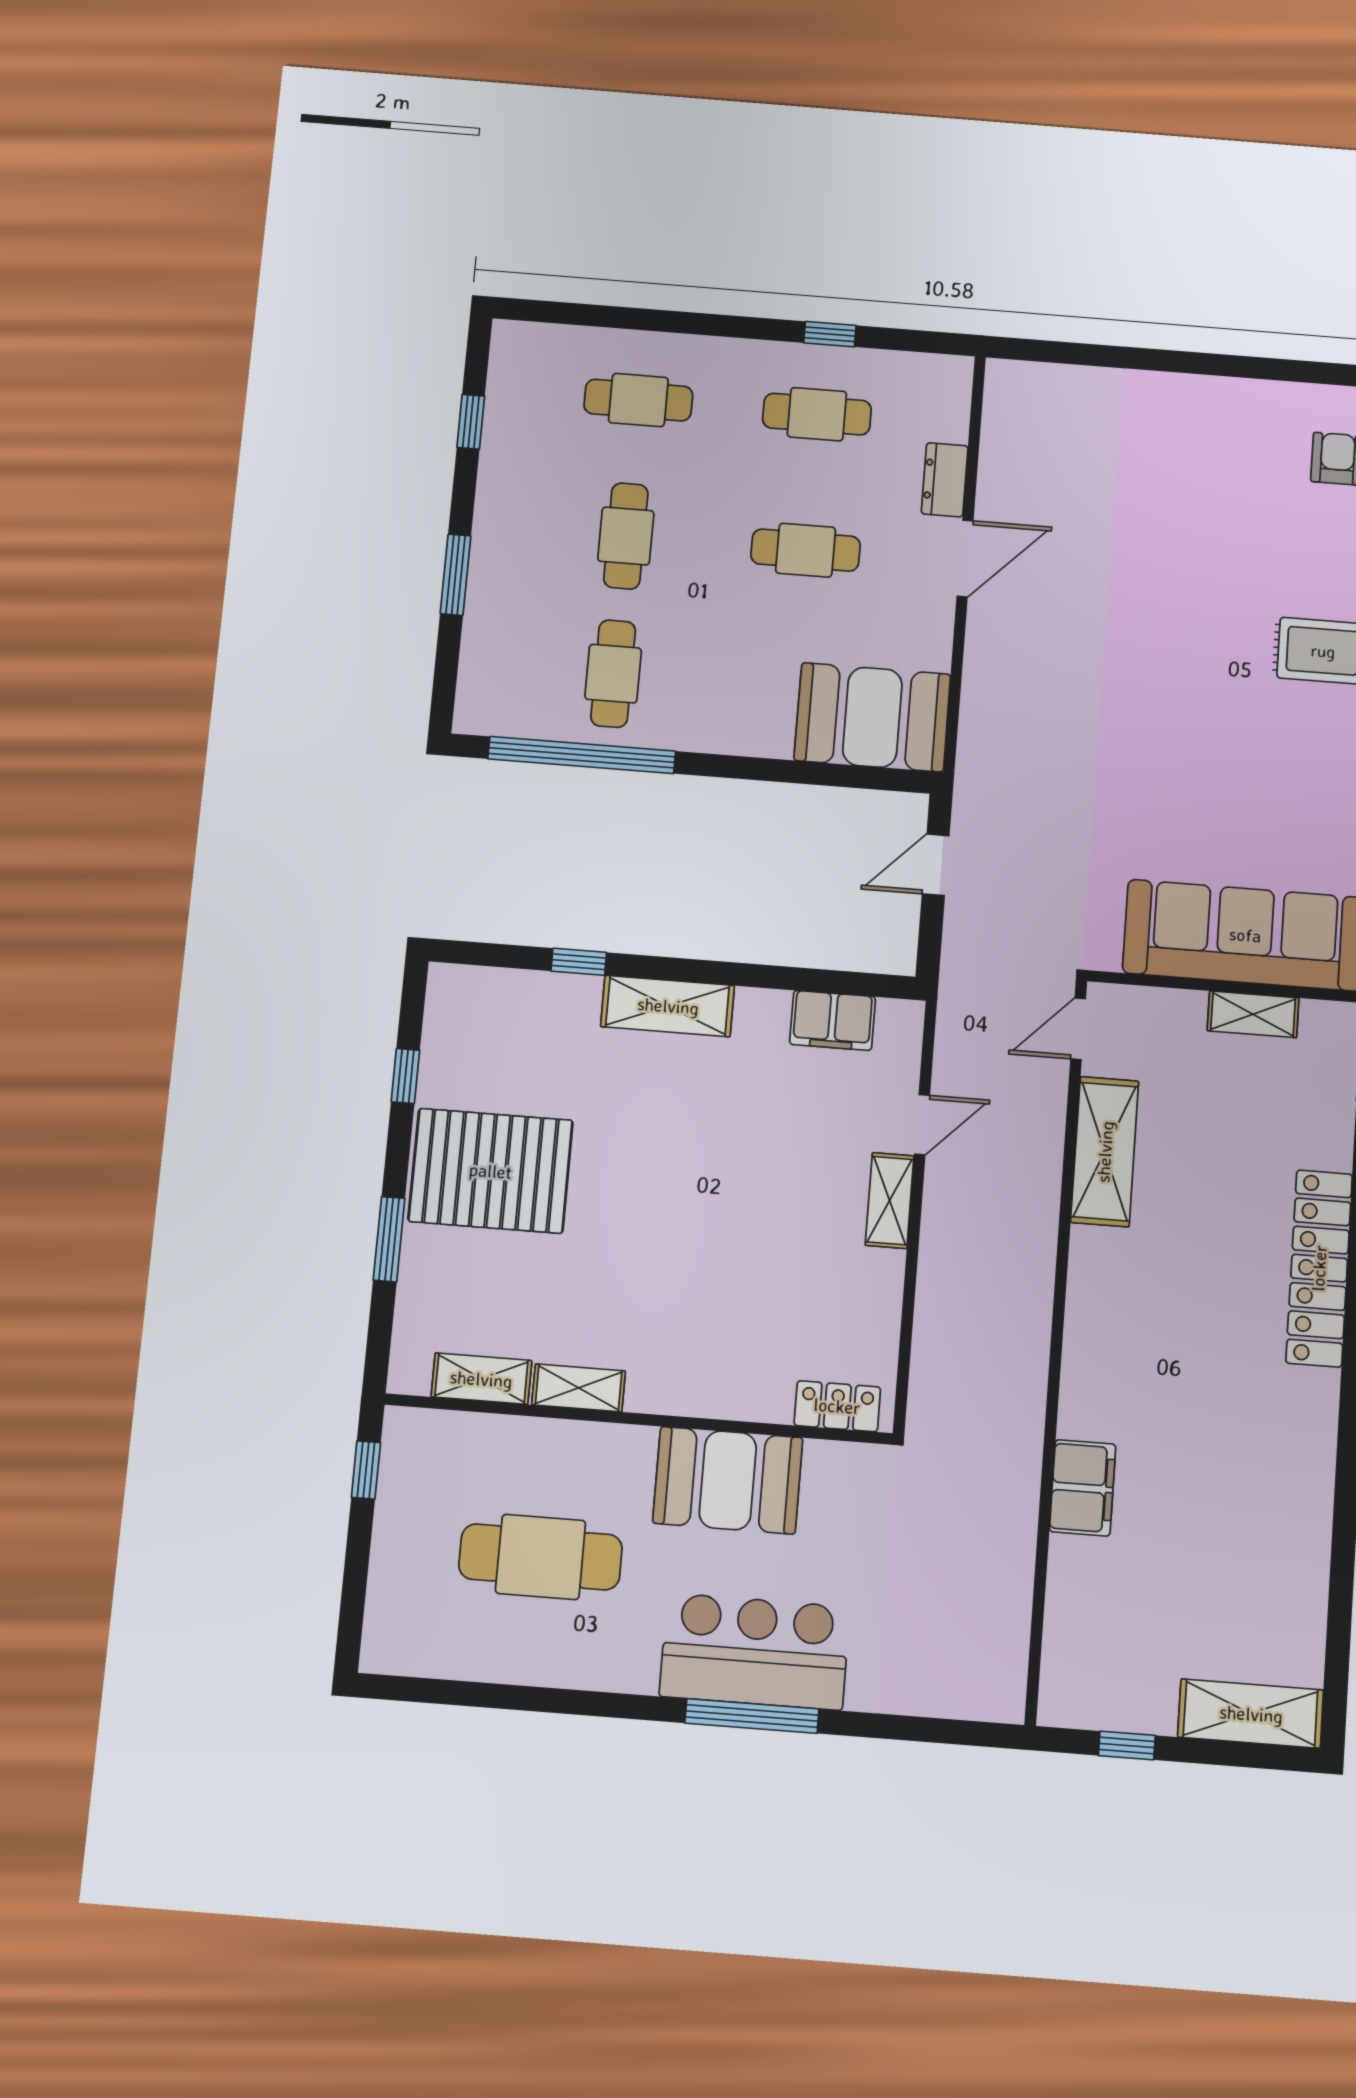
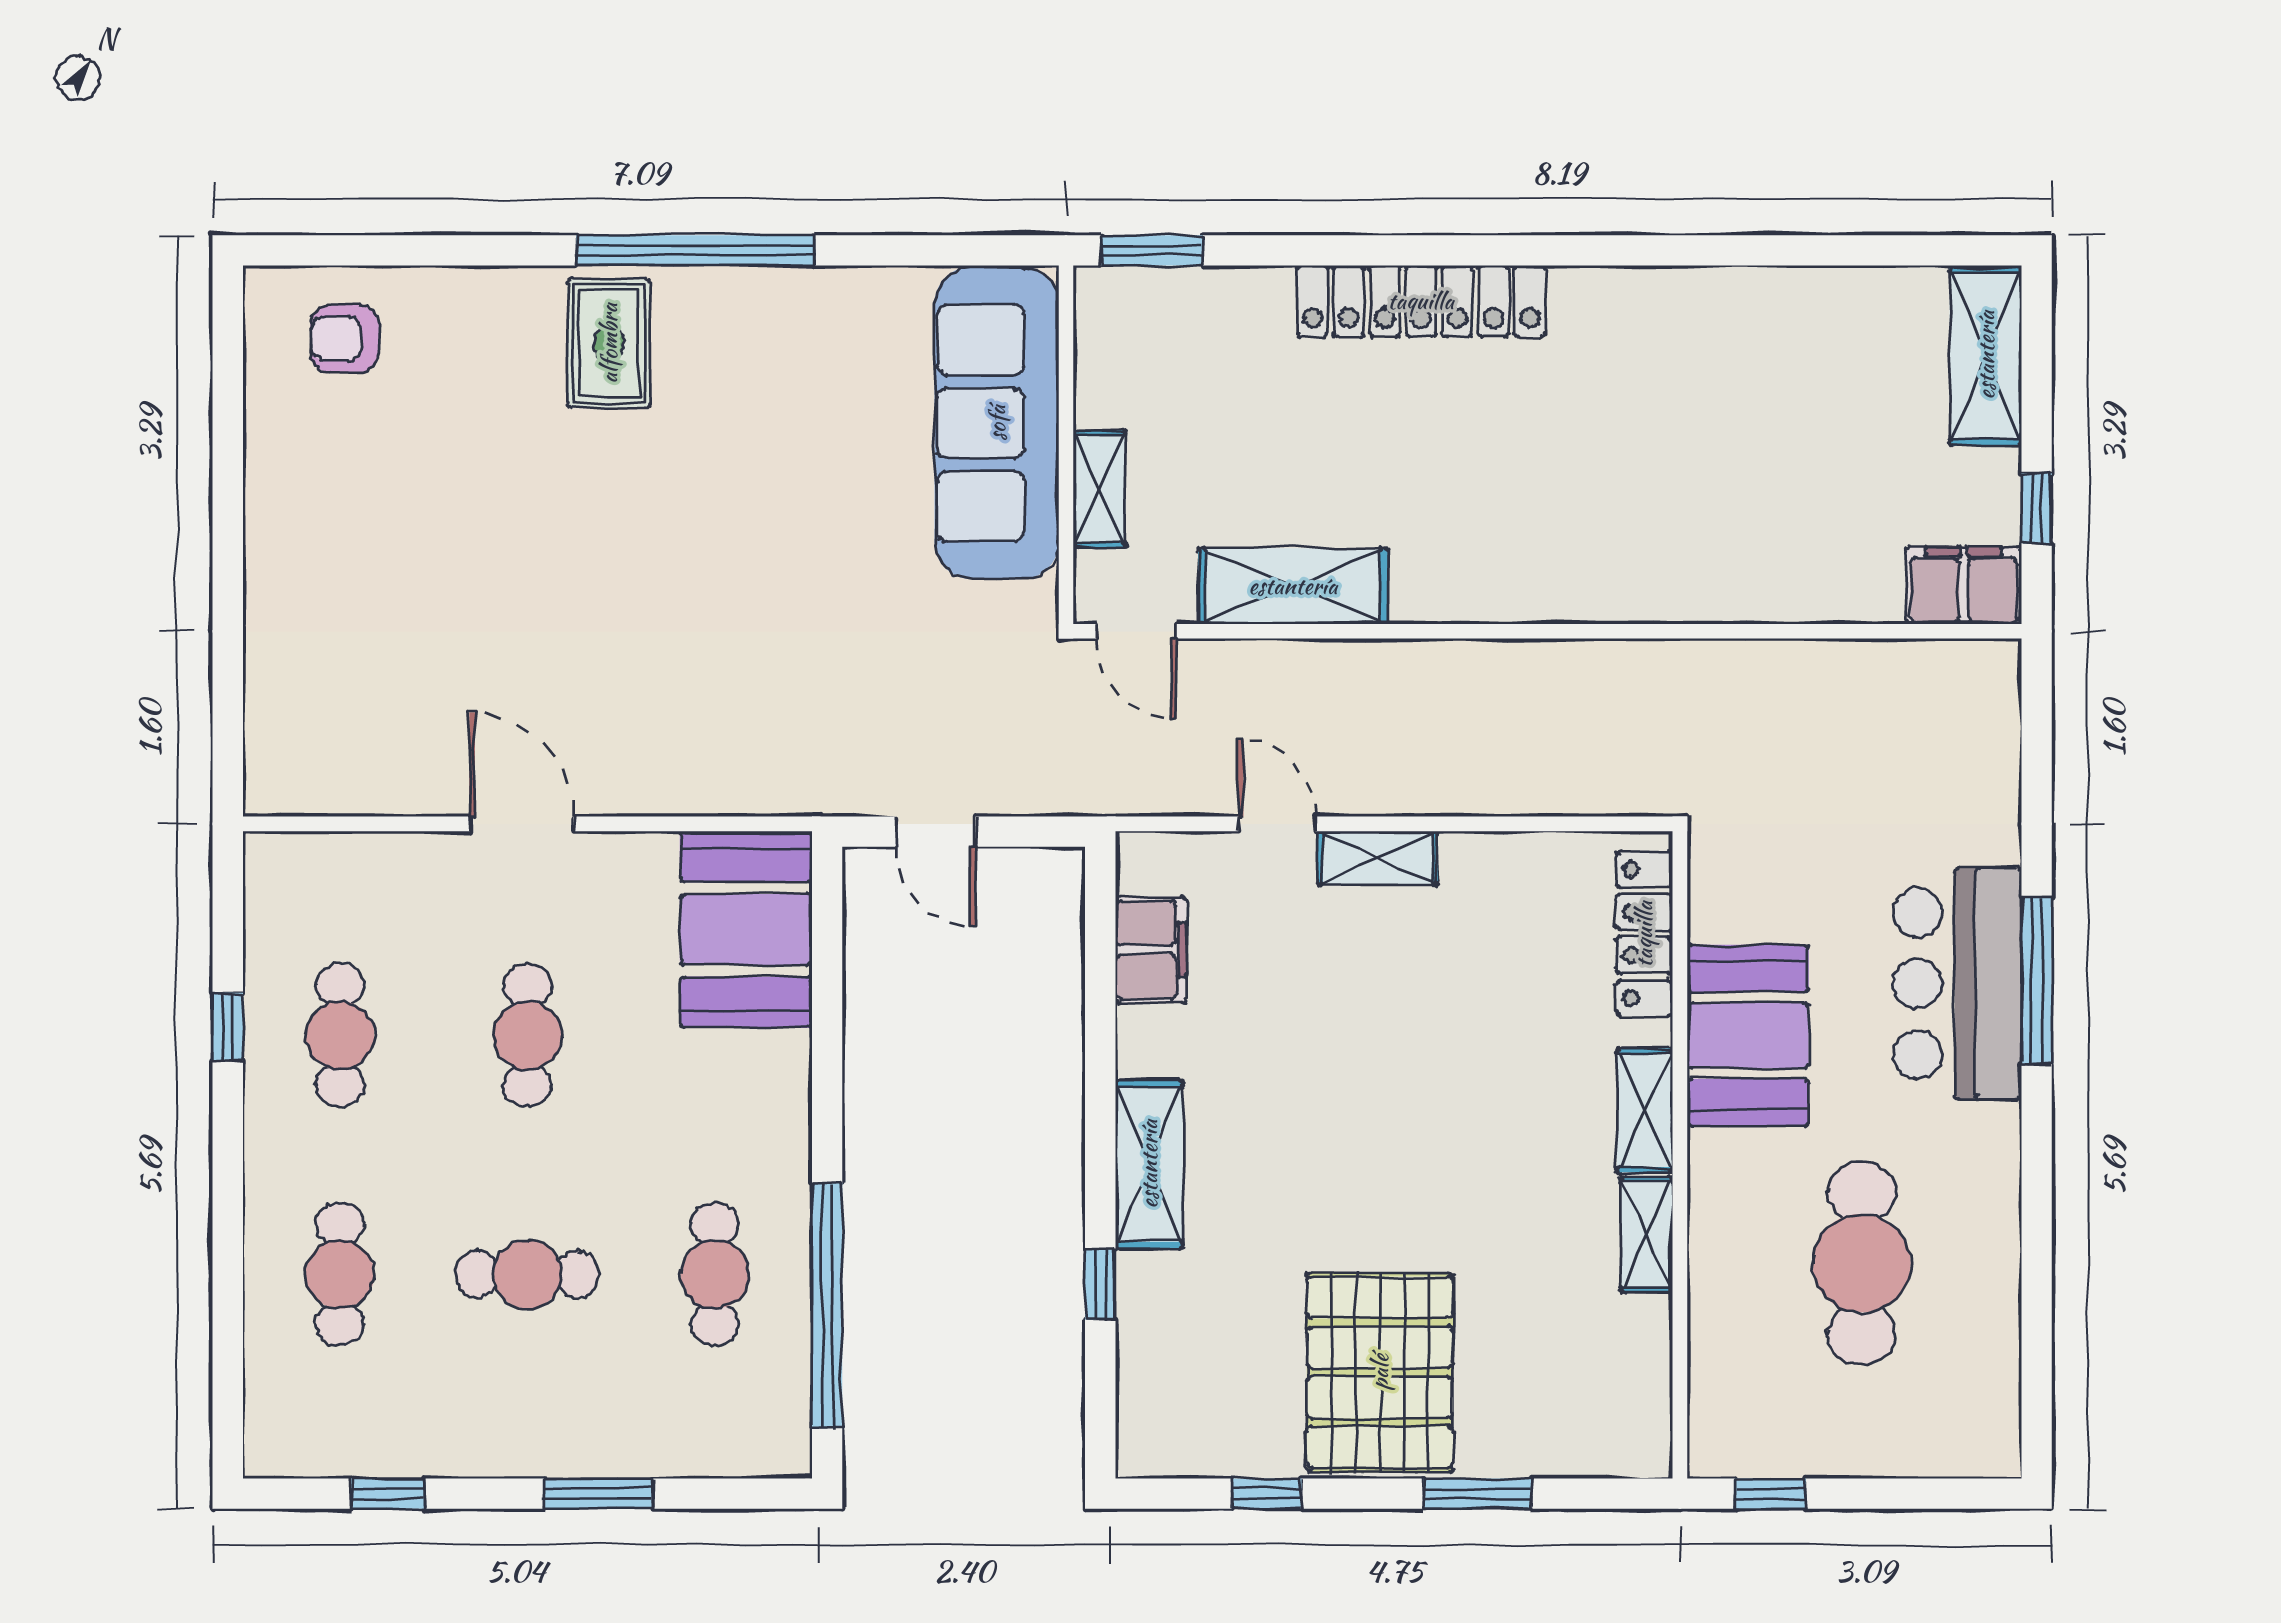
dresser: (945, 480) -> (416, 859), removed
cafe table: (613, 674) -> (715, 1274), turned 90
shelving: (1253, 1014) -> (1099, 489), moved
shelving: (481, 1379) -> (1645, 1110), moved
locker: (837, 1406) -> (1644, 934), width x1.53
filing cabinet: (1083, 1488) -> (1964, 585), moved

